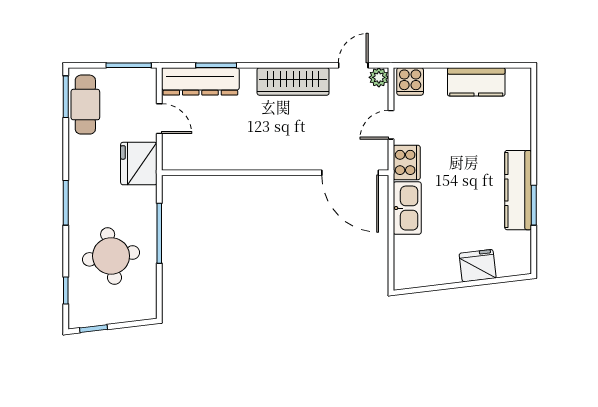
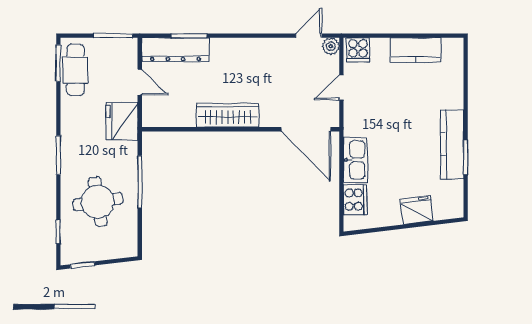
wardrobe: (293, 81) -> (228, 115), moved, turned 180
cooker: (407, 162) -> (355, 200), moved

